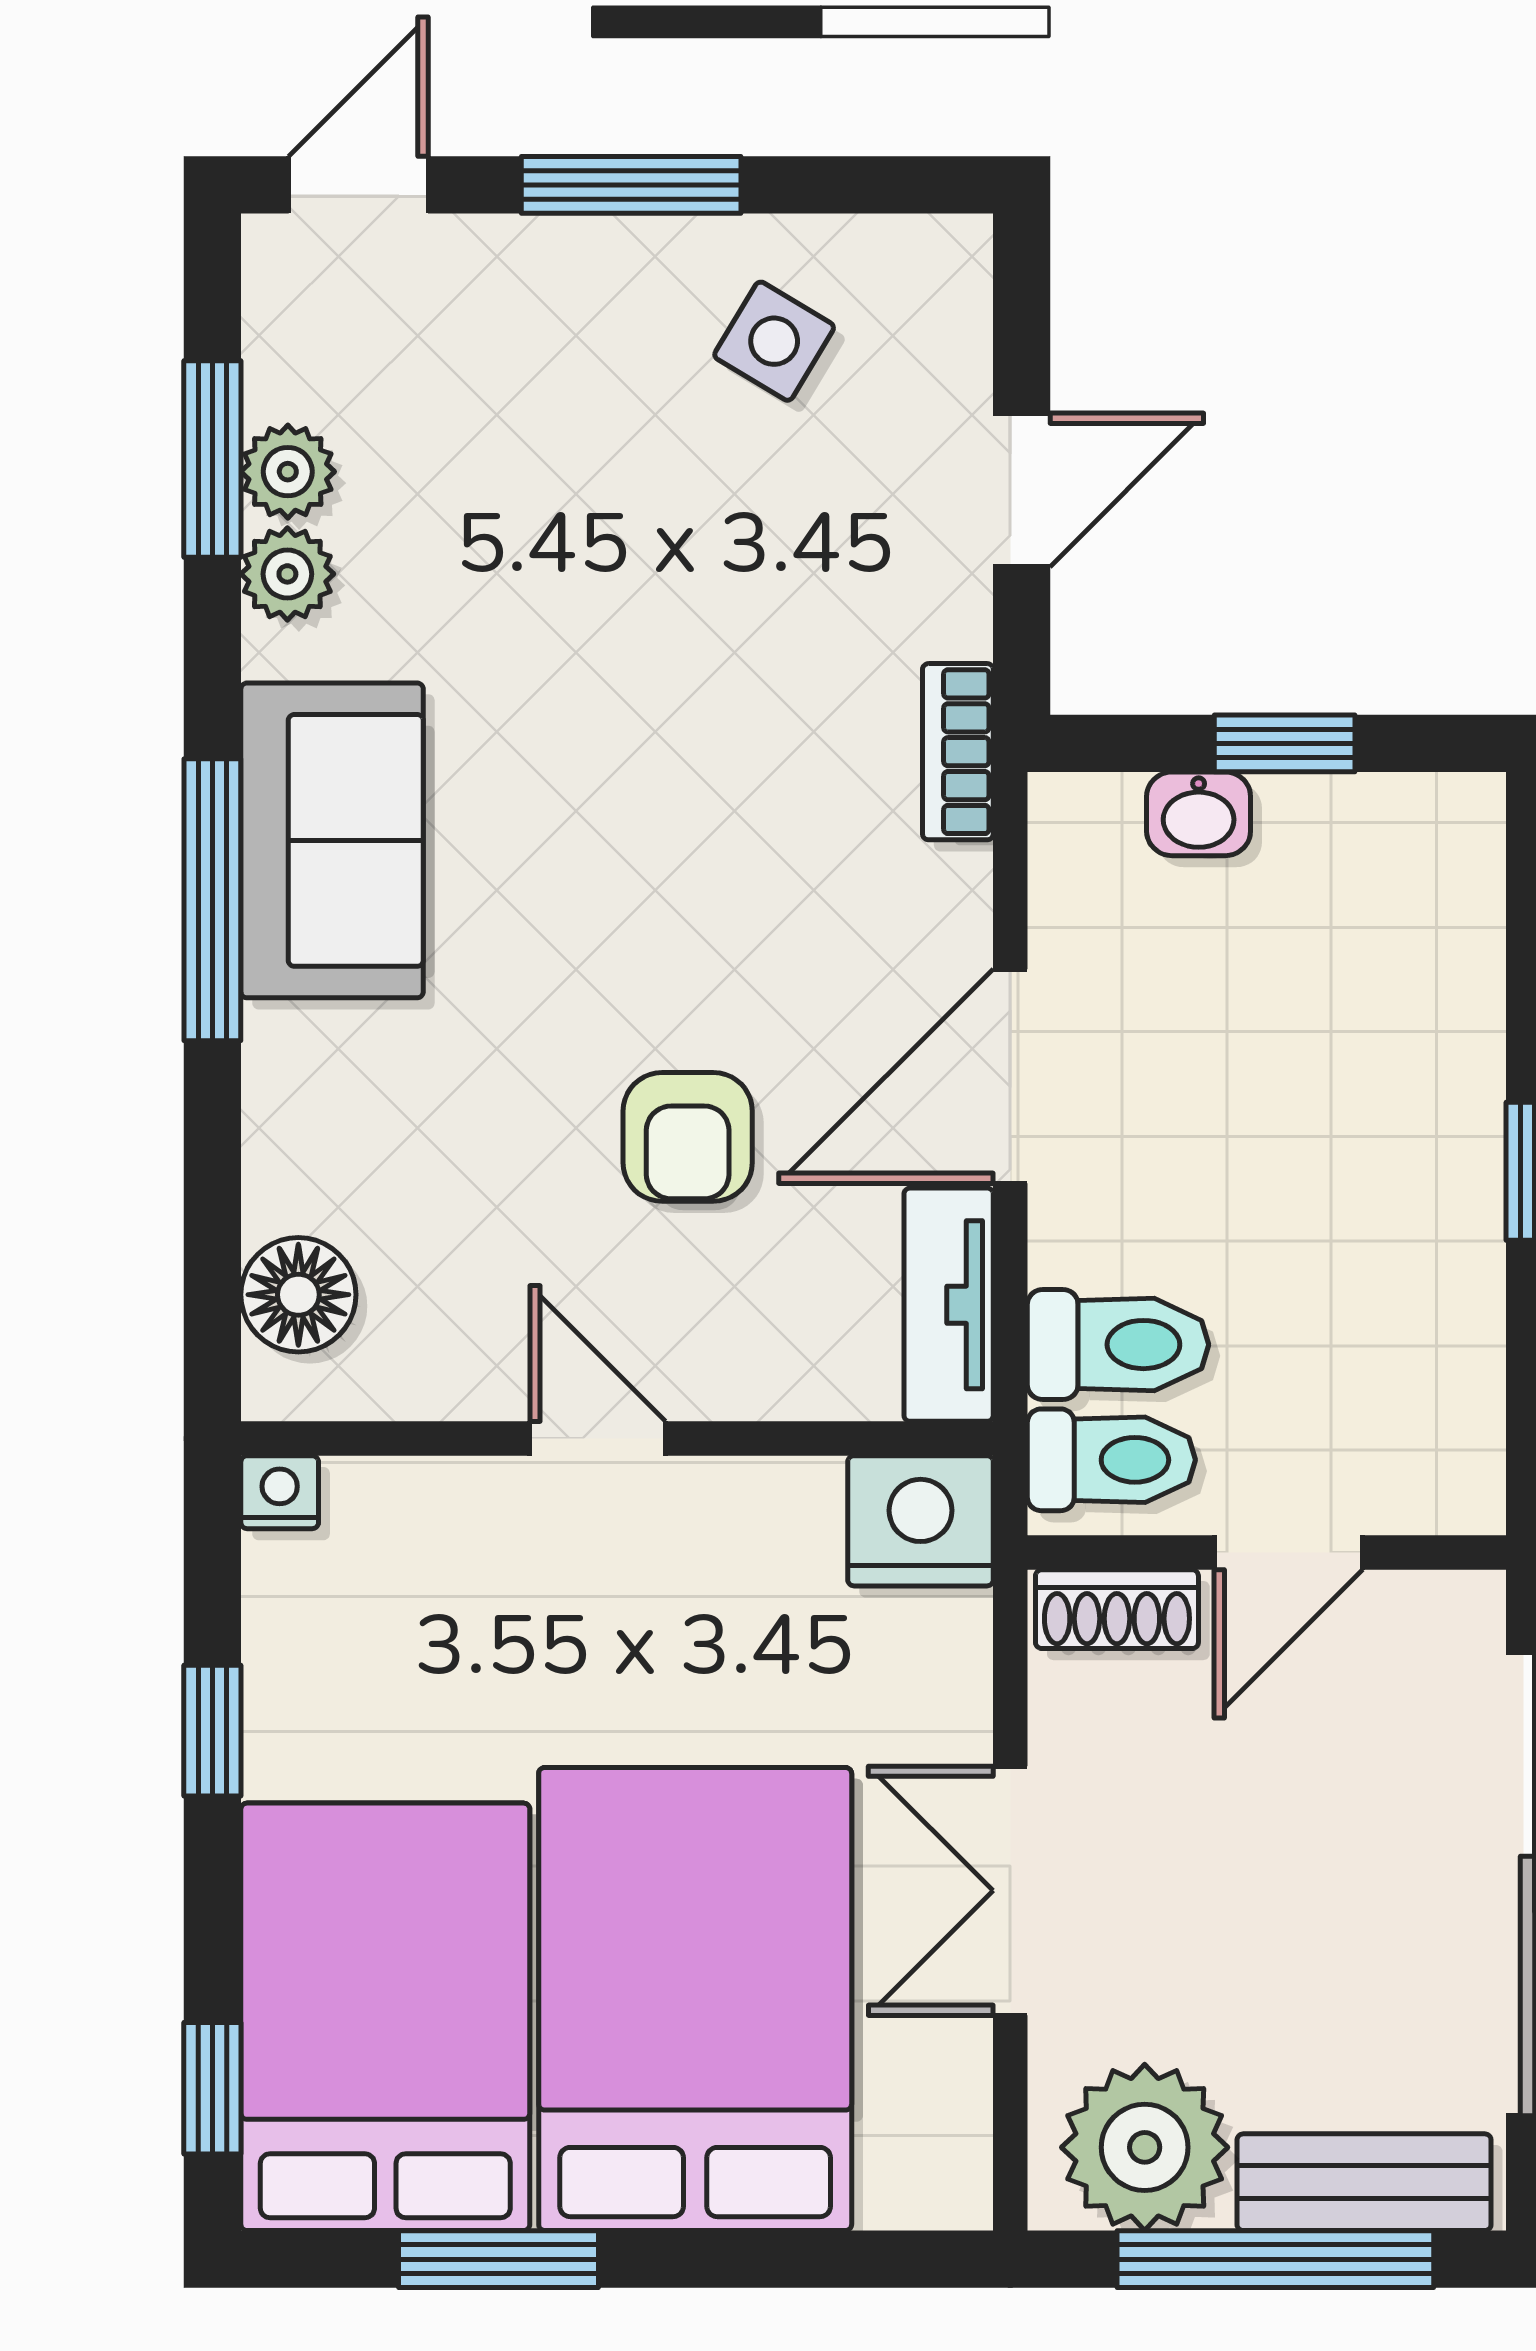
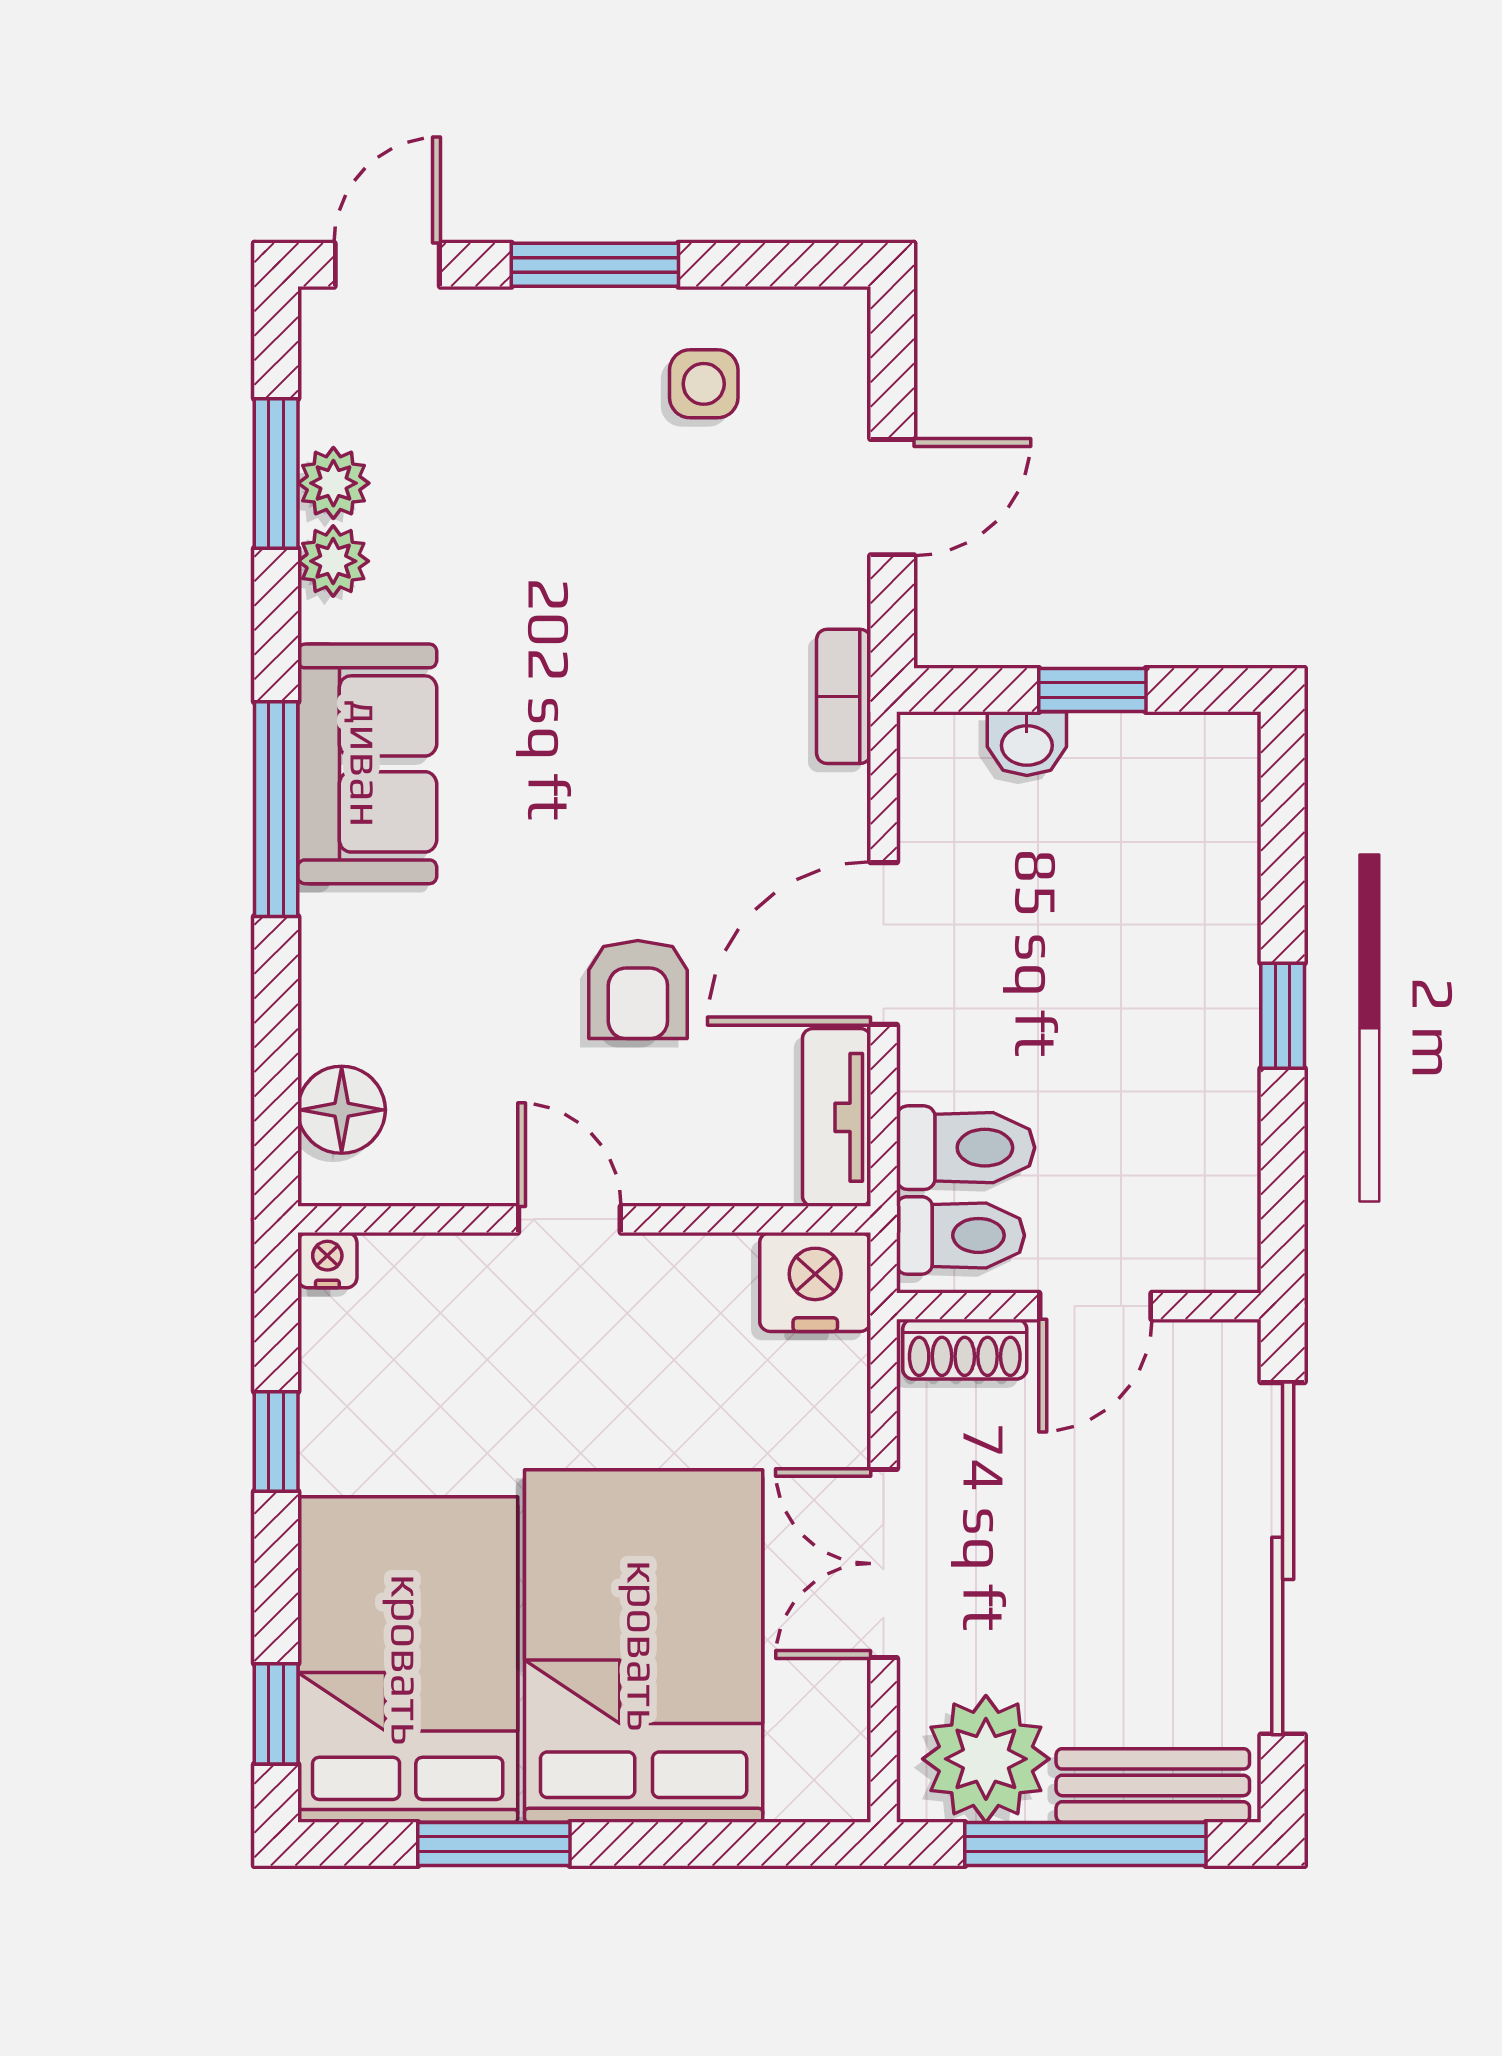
side table: (774, 341) -> (704, 384), turned -31

